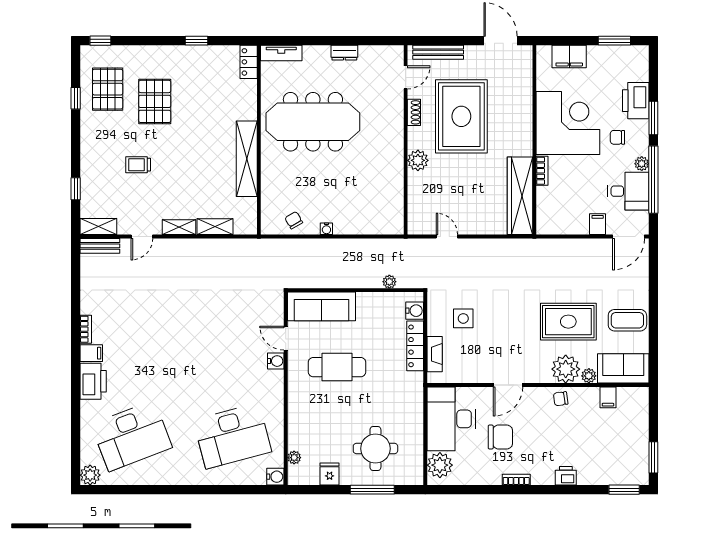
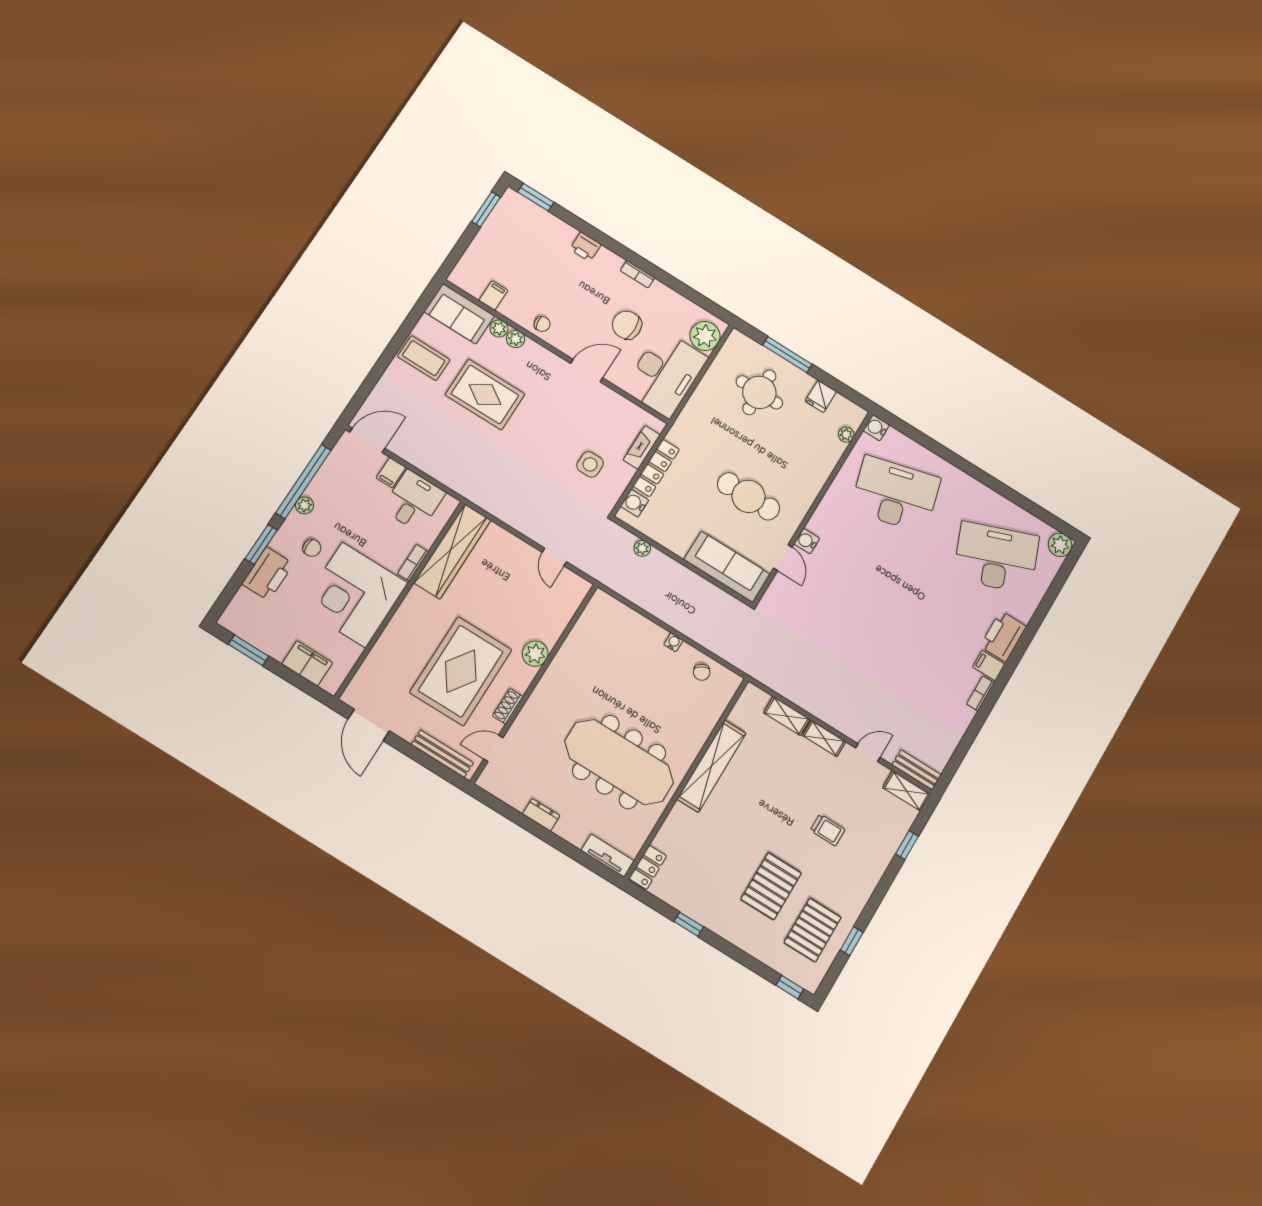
desk: (628, 191) -> (414, 501), moved, turned 90
plant: (566, 369) -> (516, 339), width x0.53, depth x0.53

